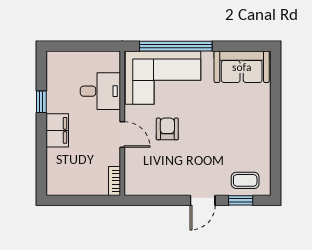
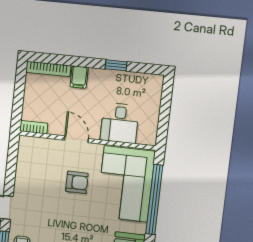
filing cabinet: (57, 130) -> (79, 77), width x0.50
door: (122, 134) -> (76, 139), swing flipped
bookcase: (52, 172) -> (48, 69), added

